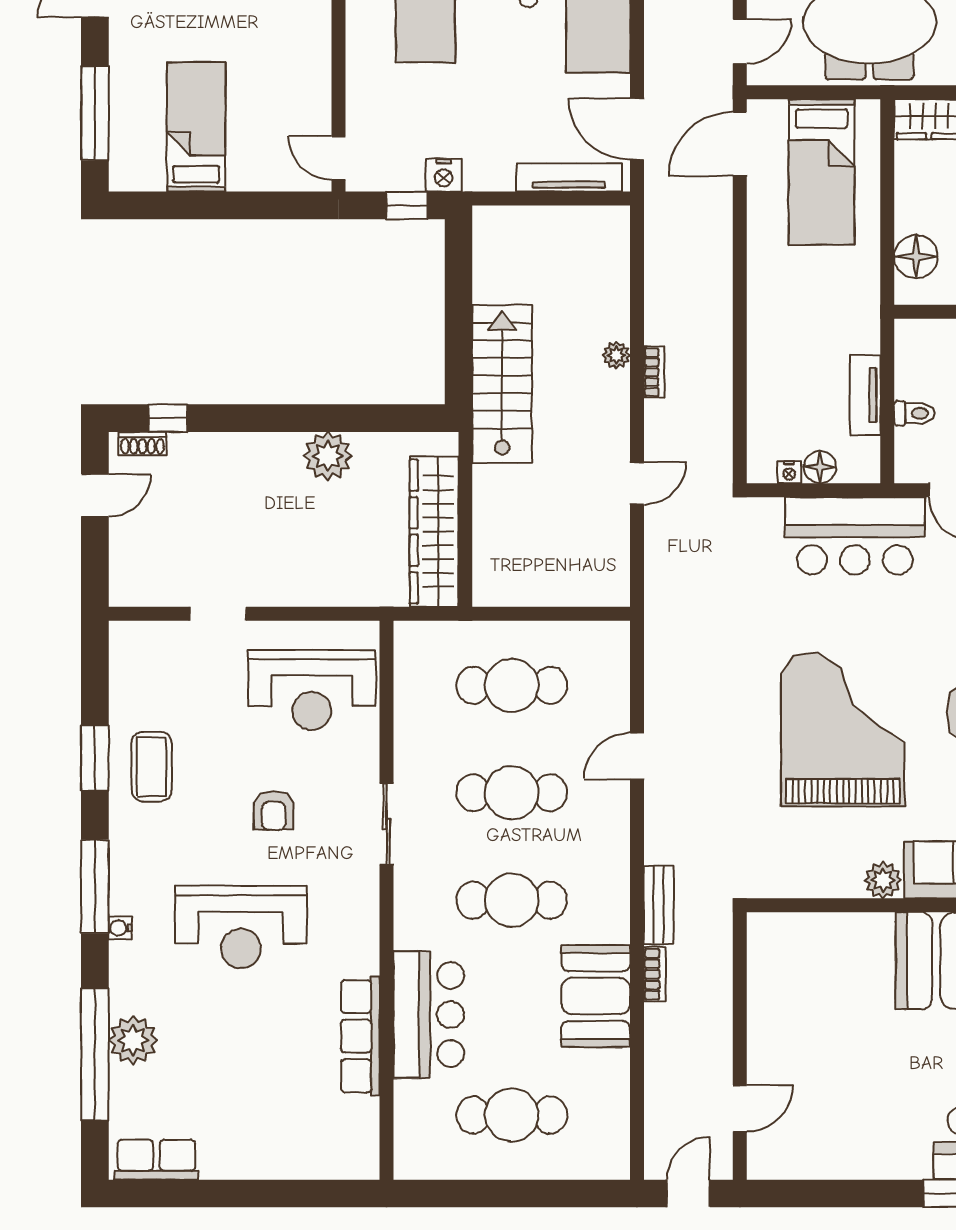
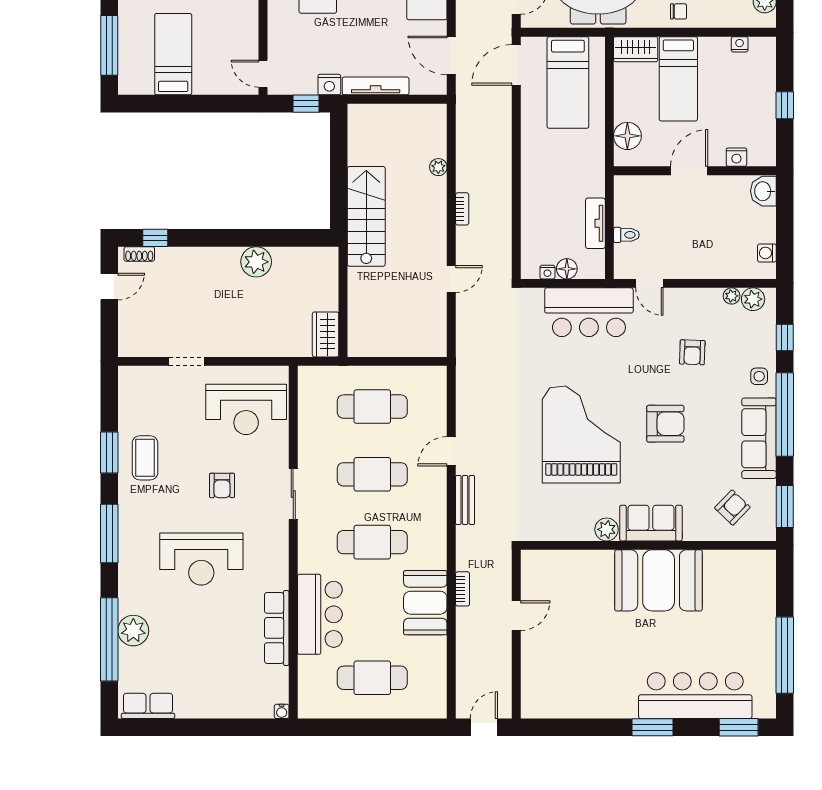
tv unit: (569, 177) -> (376, 86), moved
plant: (616, 355) -> (438, 167), moved
wardrobe: (434, 532) -> (326, 334), width x0.48, depth x0.85
bench: (659, 905) -> (465, 500), moved
water cooler: (120, 928) -> (282, 711), moved, turned -90
door: (740, 1108) -> (516, 616), moved

